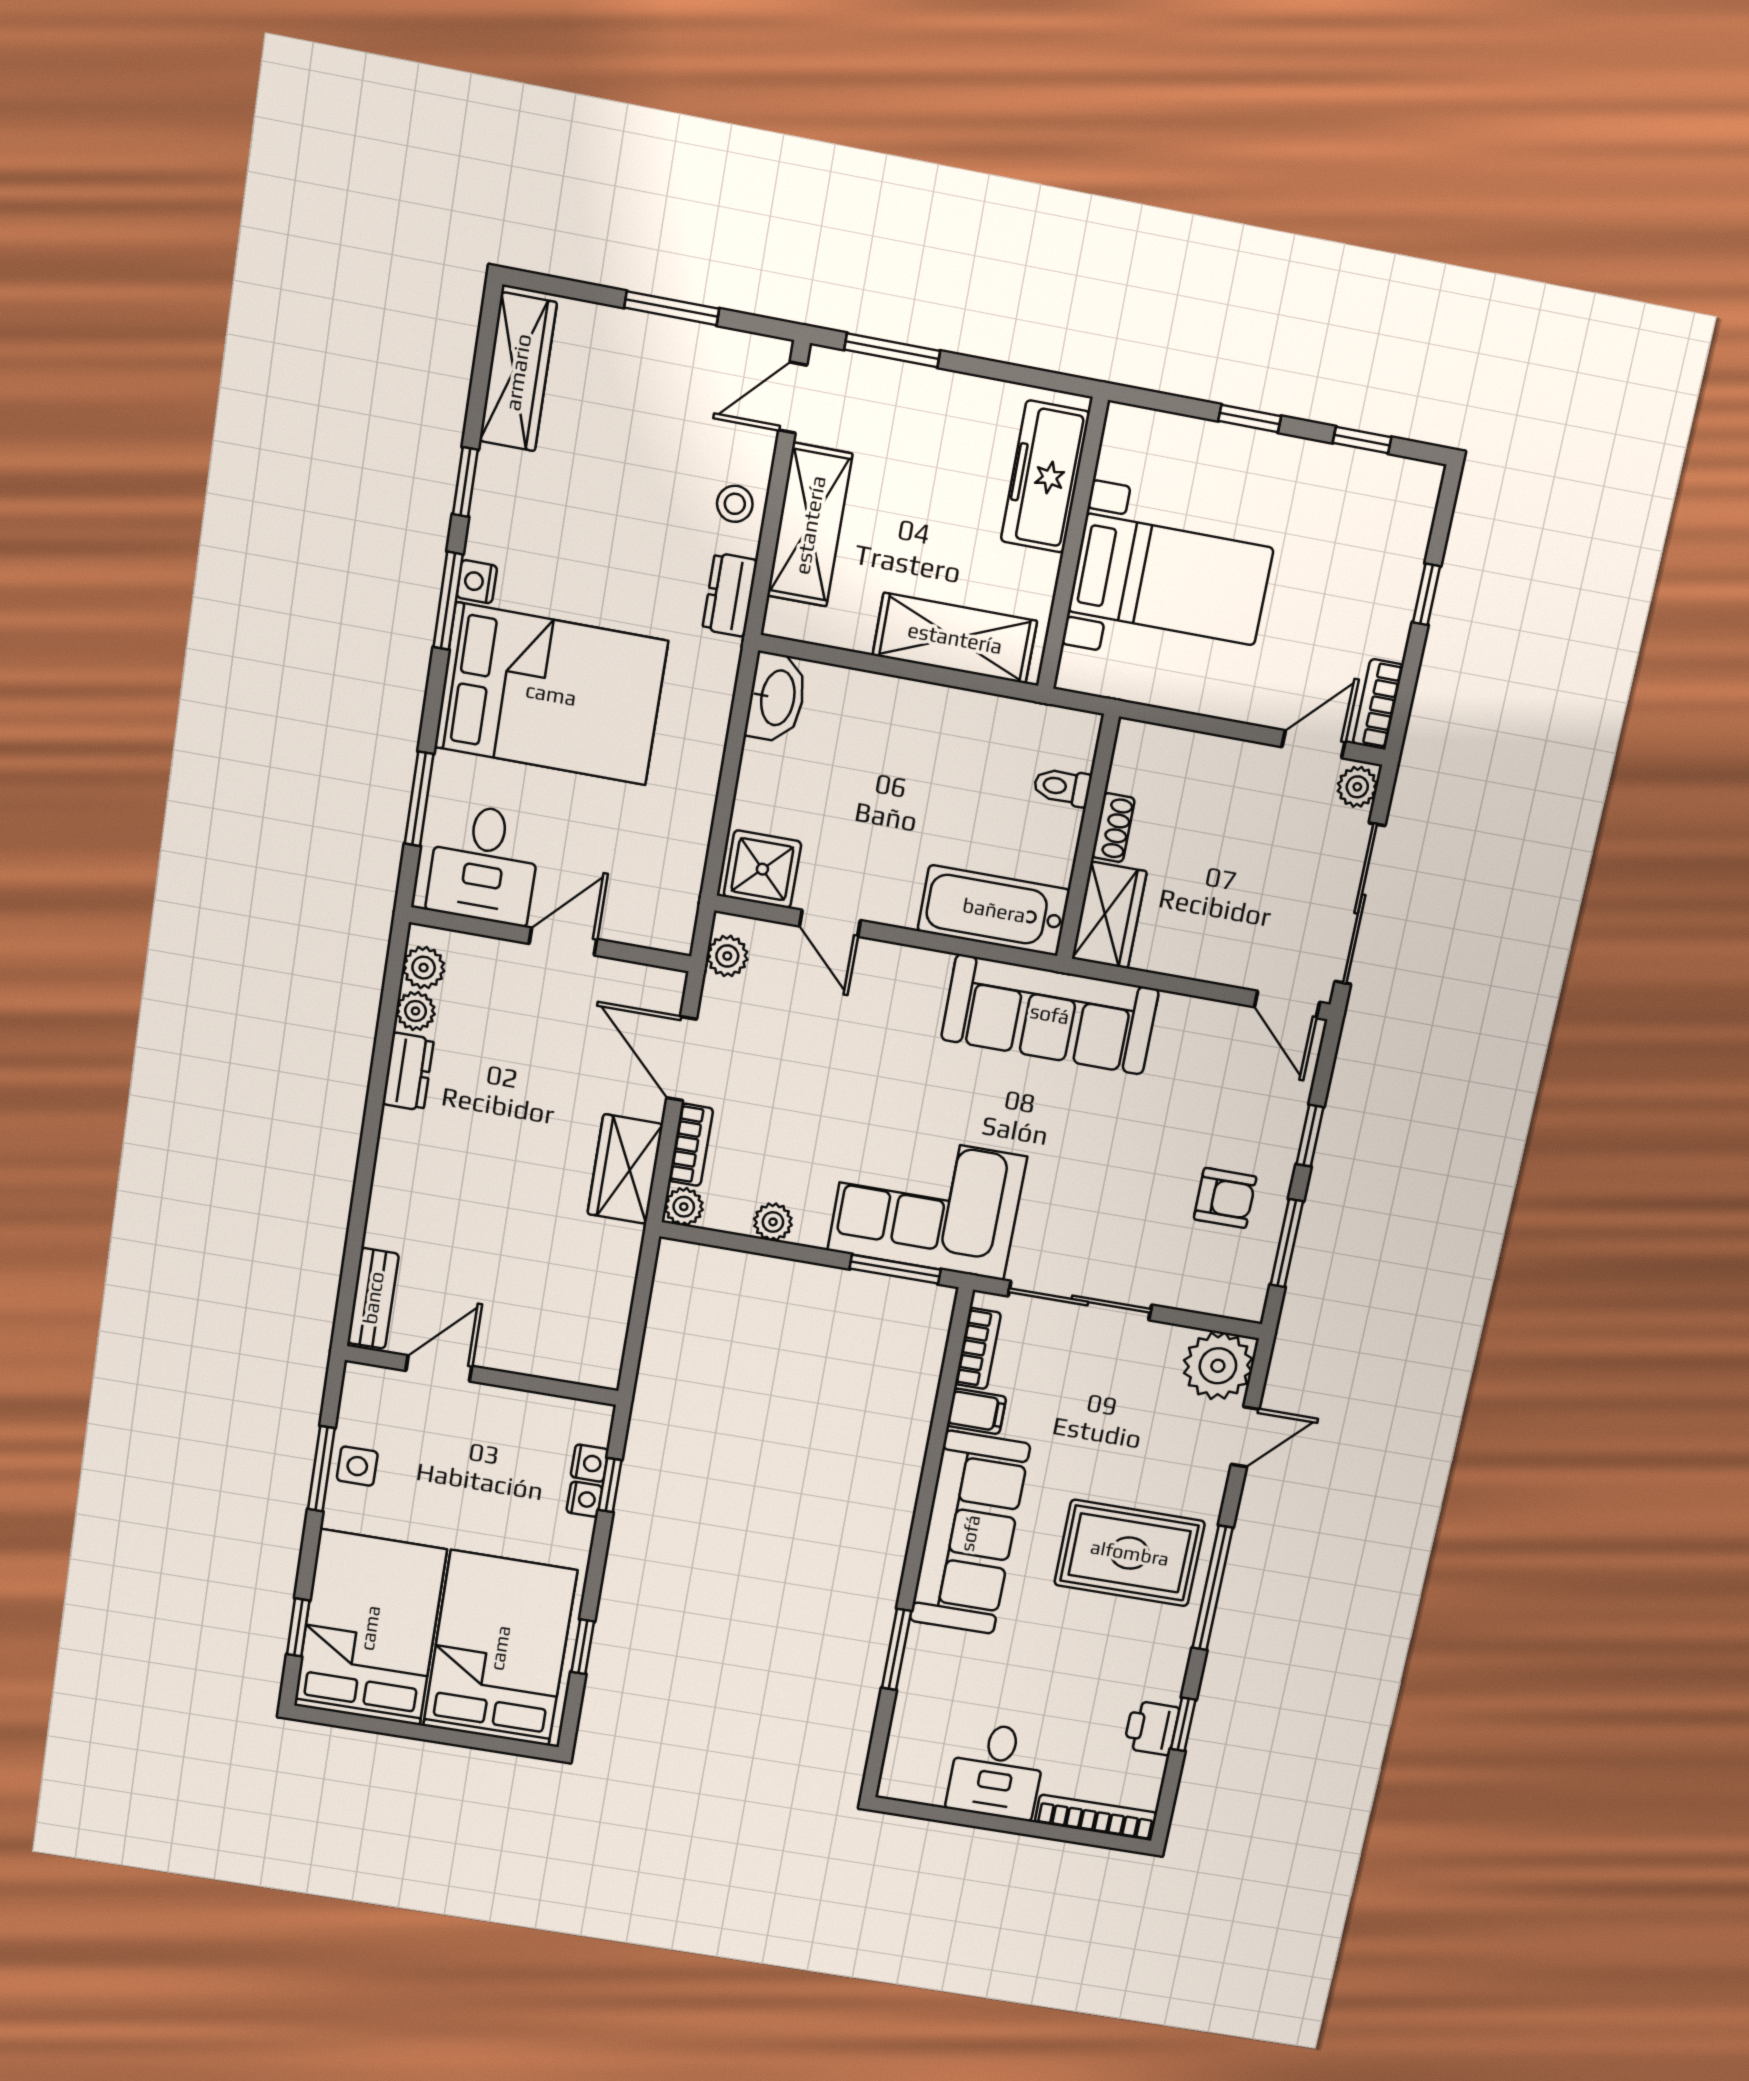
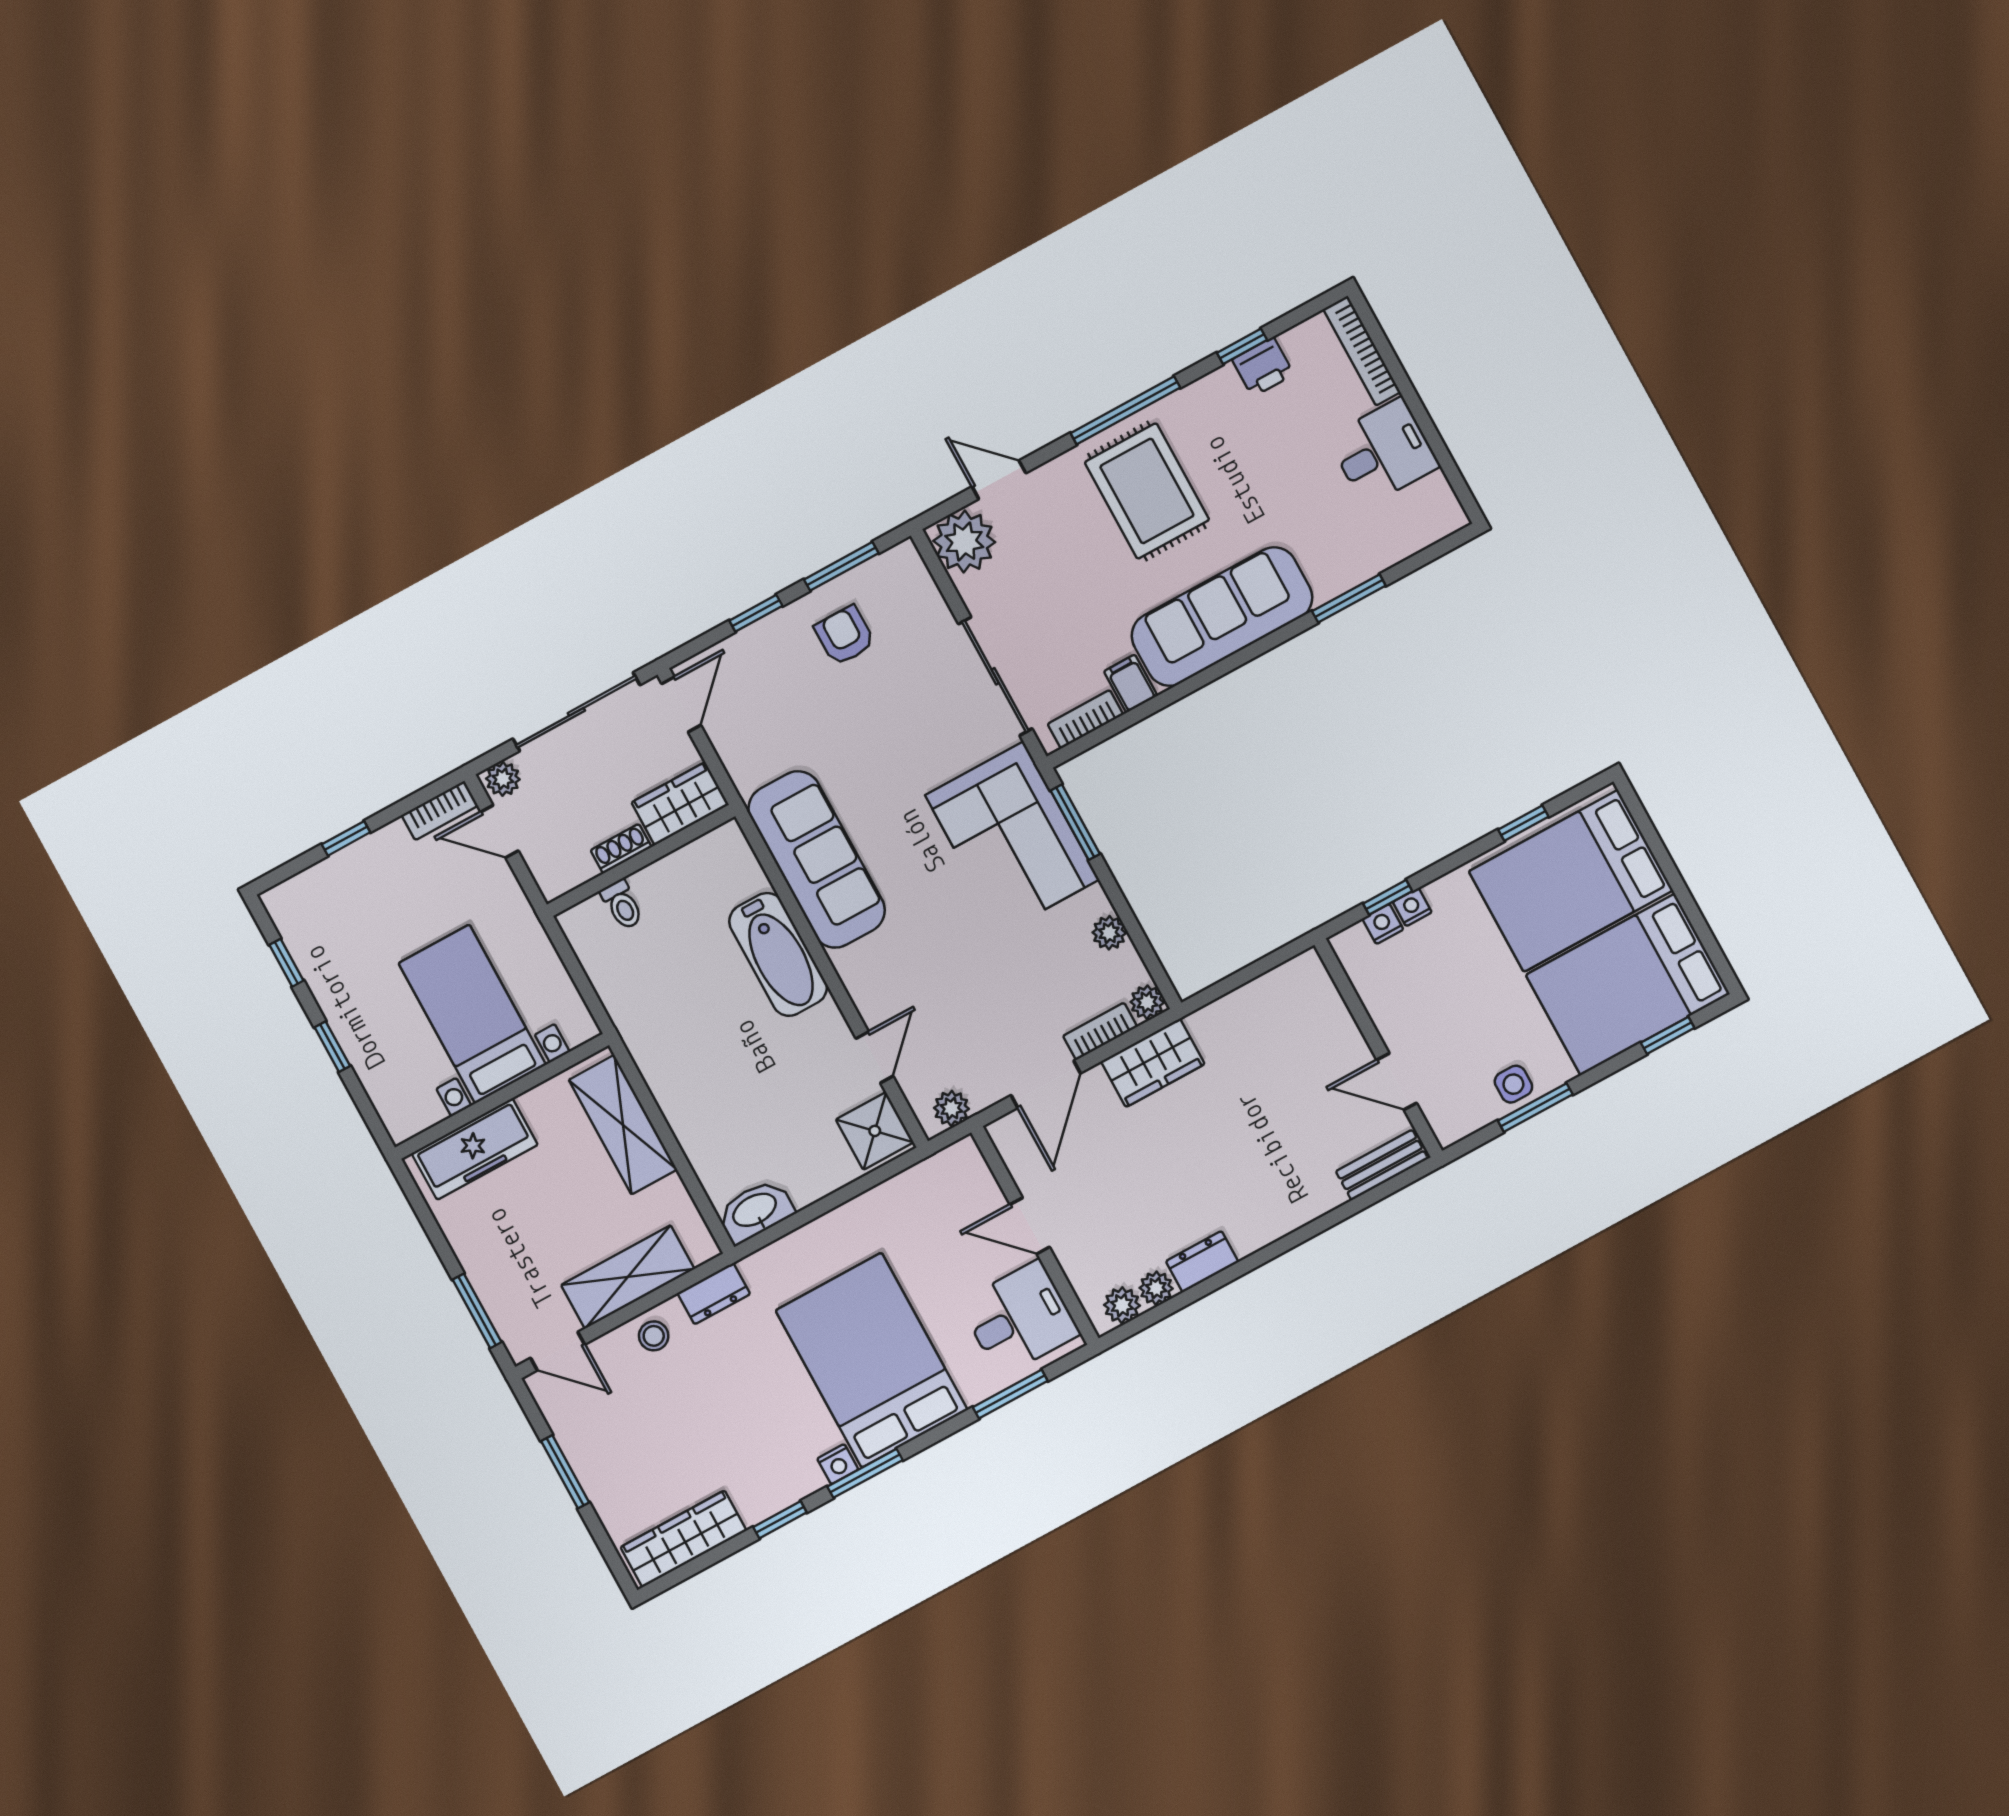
toilet: (1062, 787) -> (622, 905), moved
shoe rack: (1113, 828) -> (621, 849), moved
wall: (1088, 837) -> (641, 860), moved
wardrobe: (1109, 915) -> (680, 804), moved

